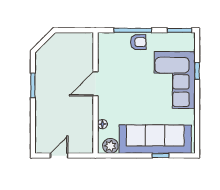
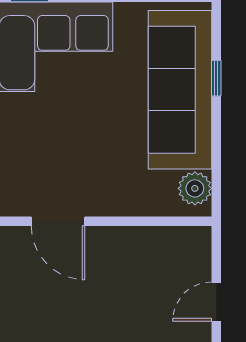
floor lamp: (102, 124) -> (147, 206), removed
door: (59, 156) -> (216, 302), hinge flipped

